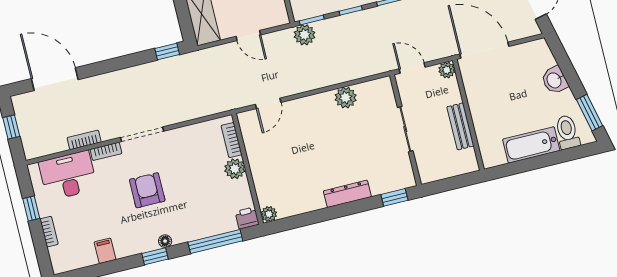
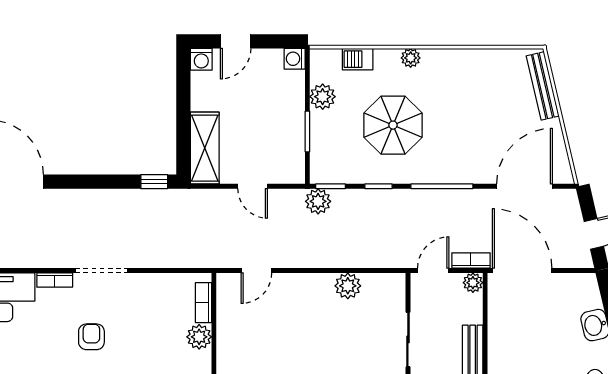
door: (412, 68) -> (433, 270), hinge flipped
bookcase: (84, 140) -> (471, 260), moved
armchair: (147, 190) -> (91, 337), width x0.72, depth x0.72

